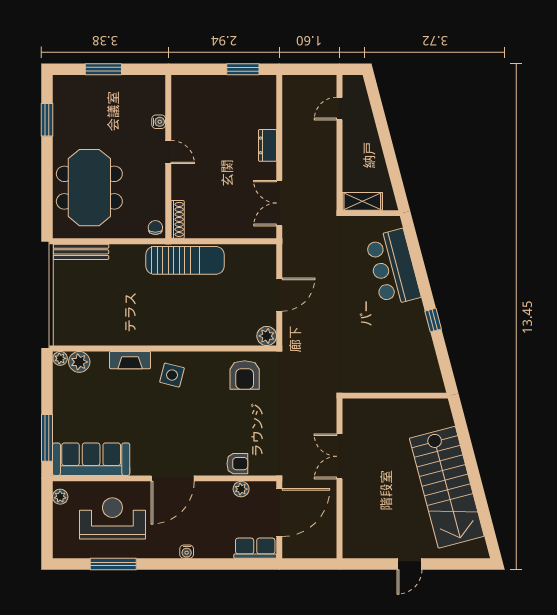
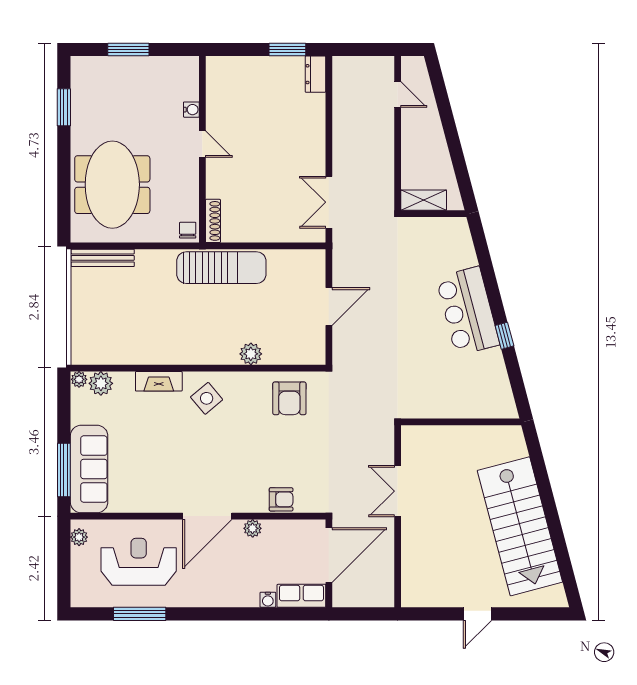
door: (339, 109) -> (398, 95), swing flipped
dresser: (267, 145) -> (315, 74), moved
bar counter: (393, 268) -> (468, 311), moved
plant: (267, 336) -> (251, 354), moved
side table: (172, 375) -> (207, 398), turned 36
sofa: (91, 459) -> (89, 469), moved, turned 90
plant: (241, 489) -> (253, 528), moved
water cooler: (187, 552) -> (268, 600), moved

